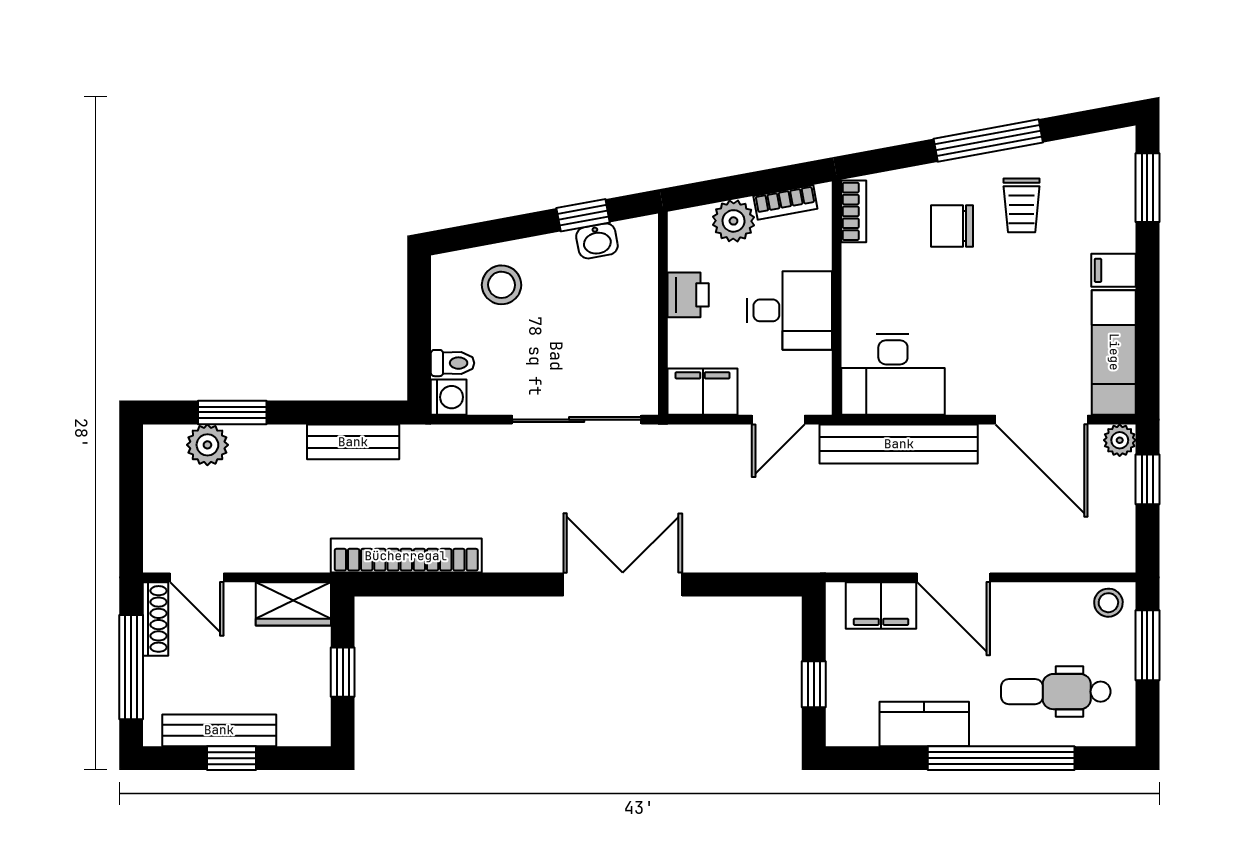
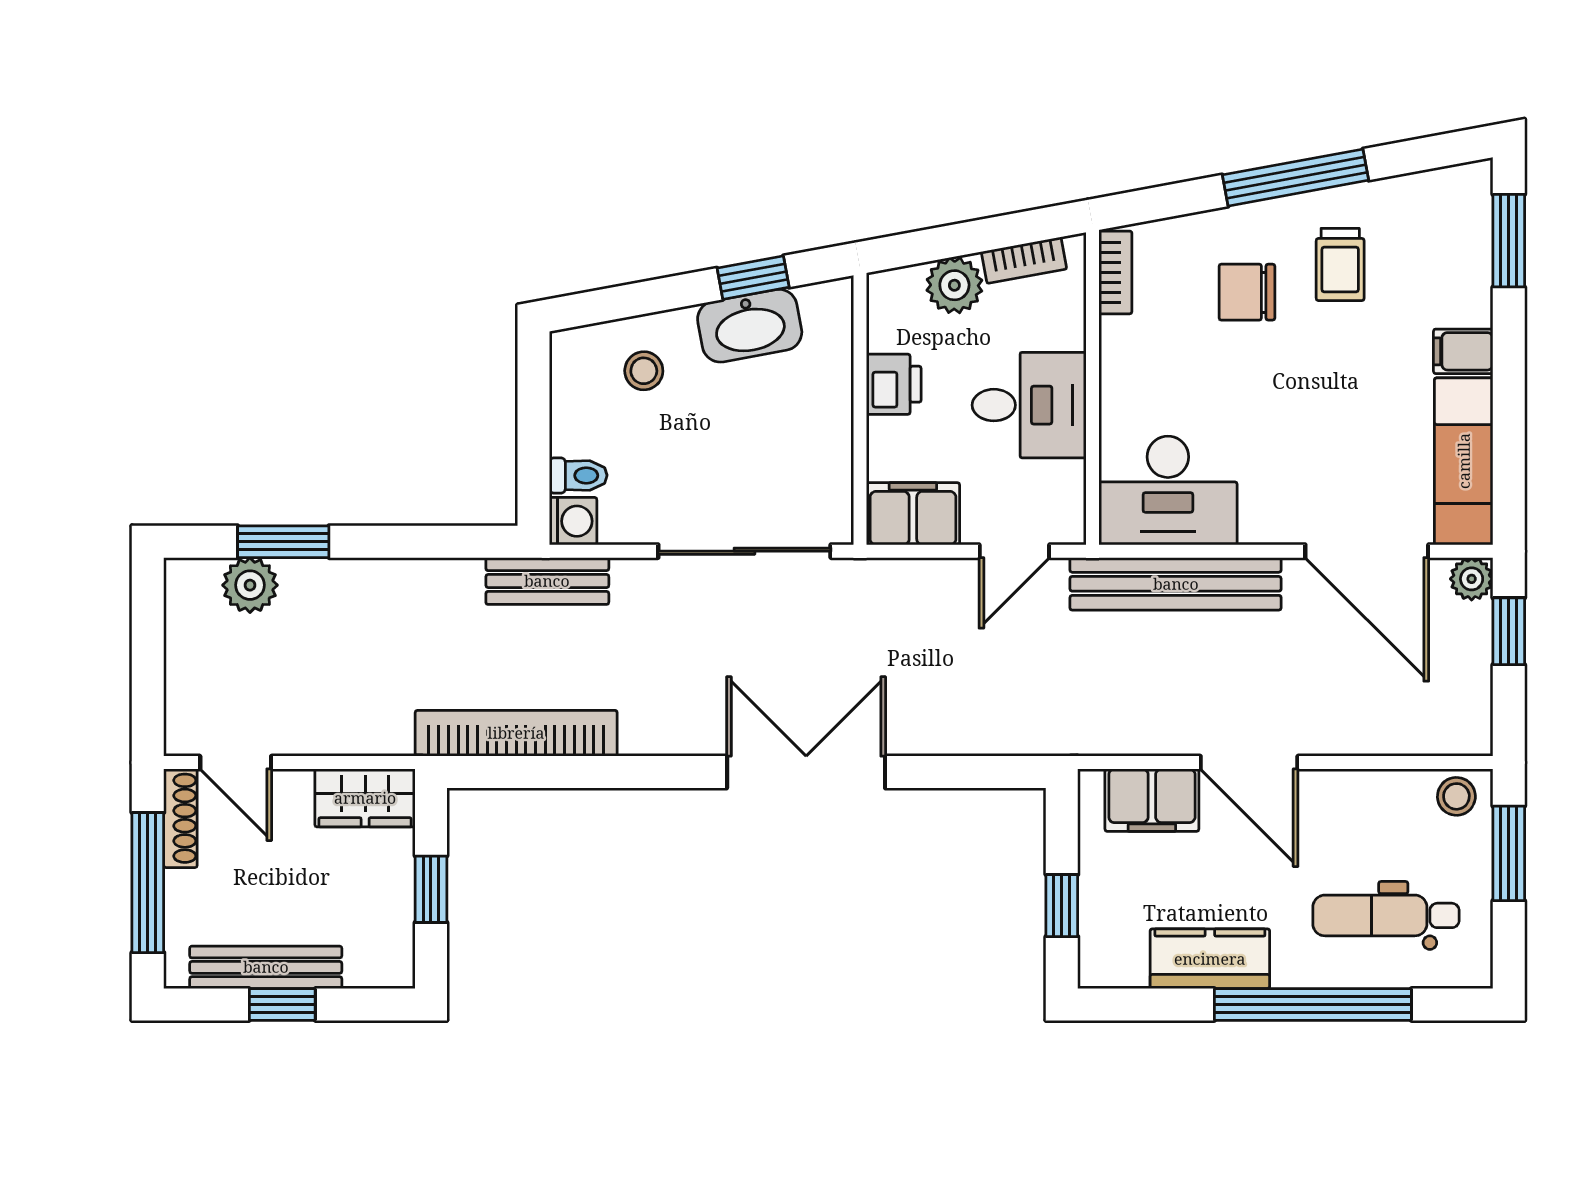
washbasin: (597, 241) -> (750, 326), width x1.91, depth x1.45
stool: (502, 285) -> (644, 371), width x0.73, depth x0.73
bench: (353, 442) -> (547, 581), moved

